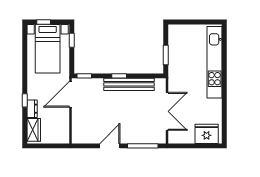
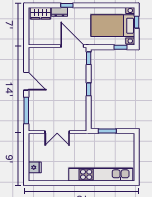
bench: (129, 84) -> (81, 98), removed
double door: (167, 111) -> (57, 132), width x0.73
fridge: (207, 134) -> (35, 167), width x0.53, depth x0.75

